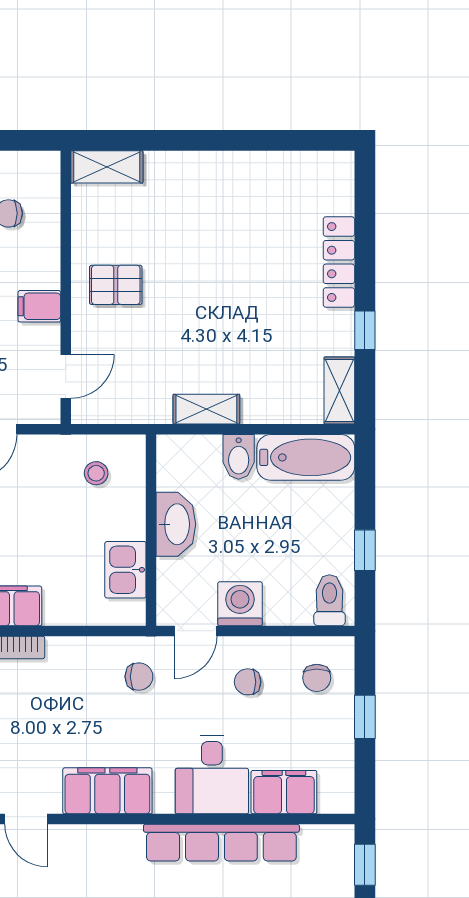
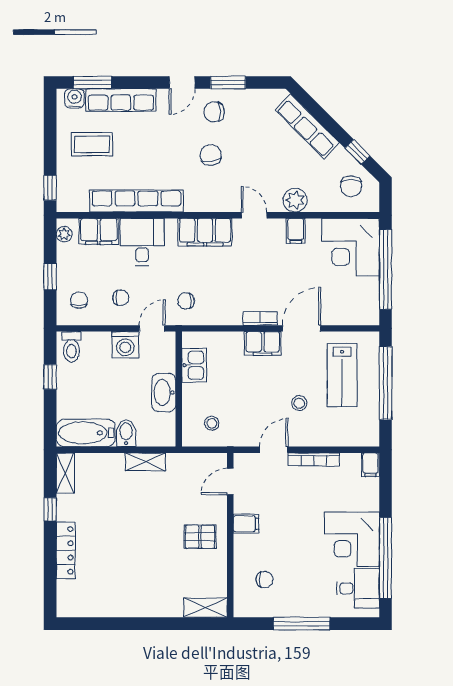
plant: (342, 787) -> (64, 234), added

